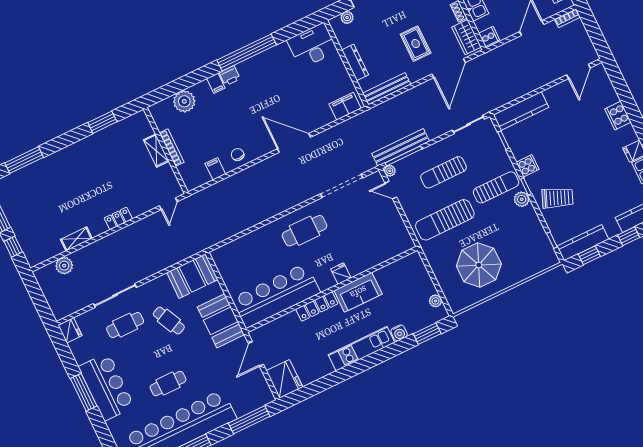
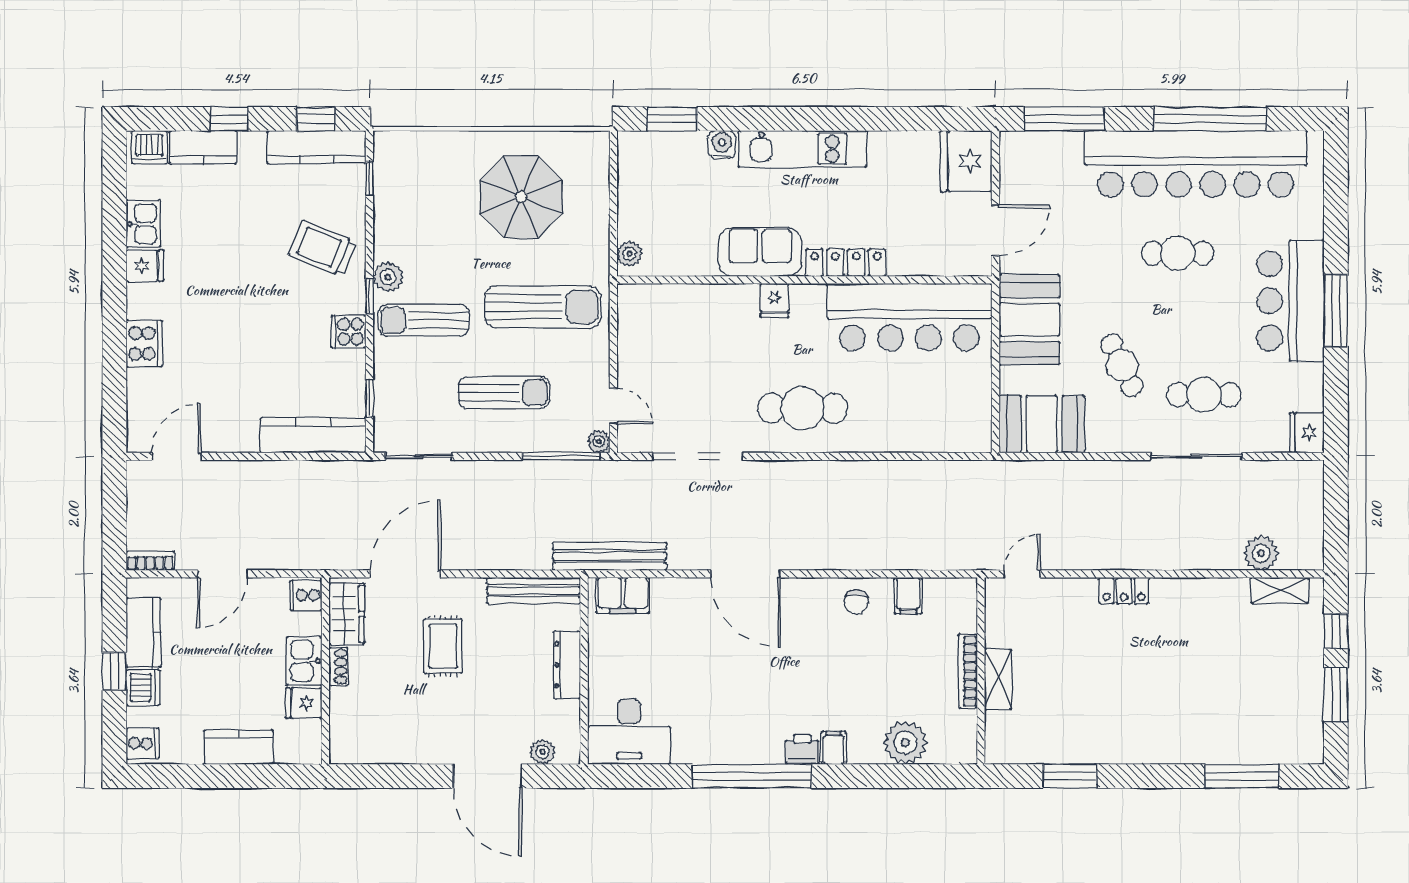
bench: (401, 147) -> (610, 556), moved
shelving: (76, 239) -> (1280, 590), moved
plant: (435, 301) -> (629, 254), moved

